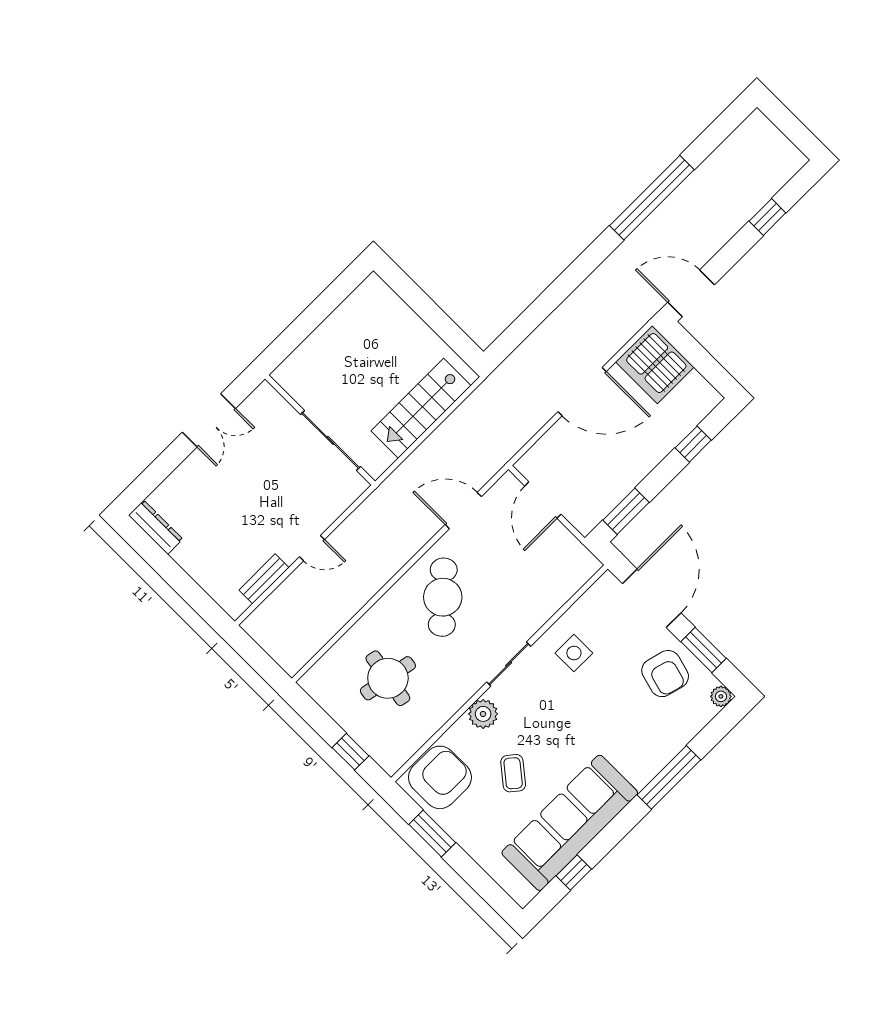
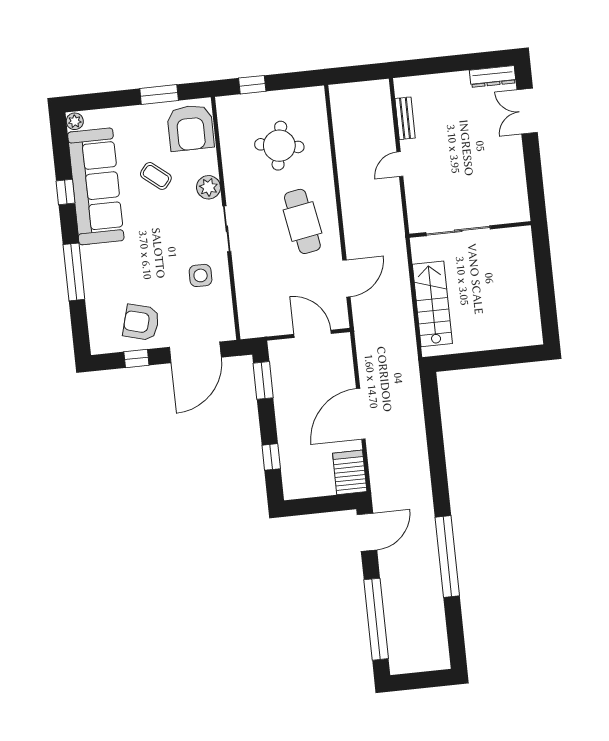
window: (767, 217) -> (376, 619), width x3.17
server rack: (655, 364) -> (350, 472), width x0.62
double door: (209, 420) -> (527, 111), moved
cafe table: (443, 597) -> (302, 221), turned 33
door: (652, 598) -> (195, 352), hinge flipped
window: (703, 650) -> (136, 359), width x0.67
plant: (721, 696) -> (75, 121), moved
window: (574, 873) -> (66, 192), moved

